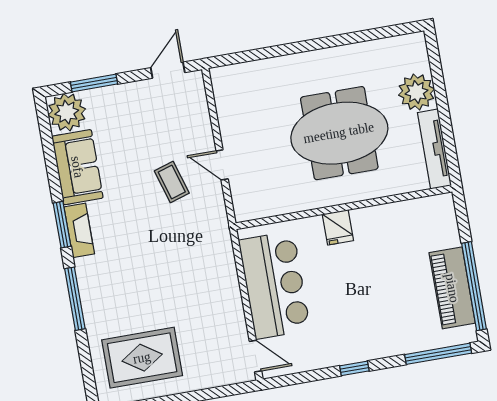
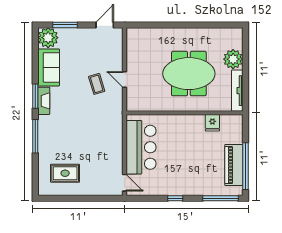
fridge: (338, 227) -> (212, 123), moved
rug: (142, 358) -> (65, 173), width x0.73, depth x0.70

